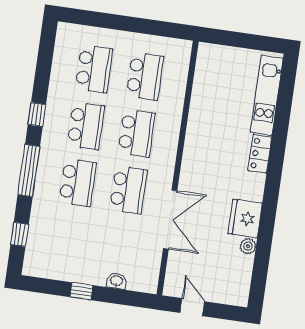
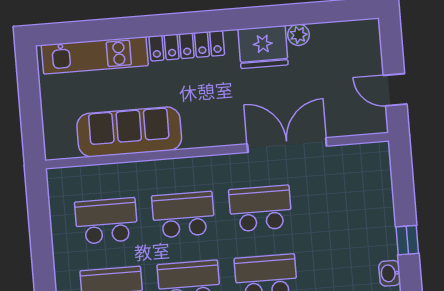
sofa: (206, 108) -> (129, 132), added
locker: (260, 154) -> (187, 46), width x1.53
washbasin: (116, 281) -> (390, 273), moved
door: (192, 307) -> (395, 90), hinge flipped

